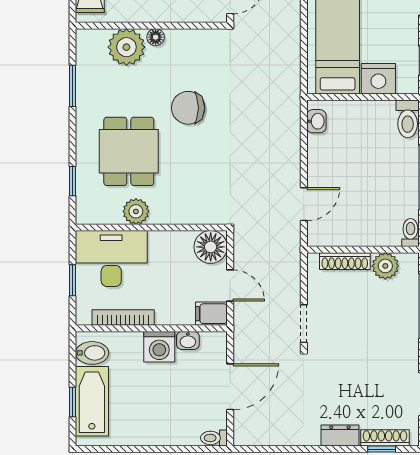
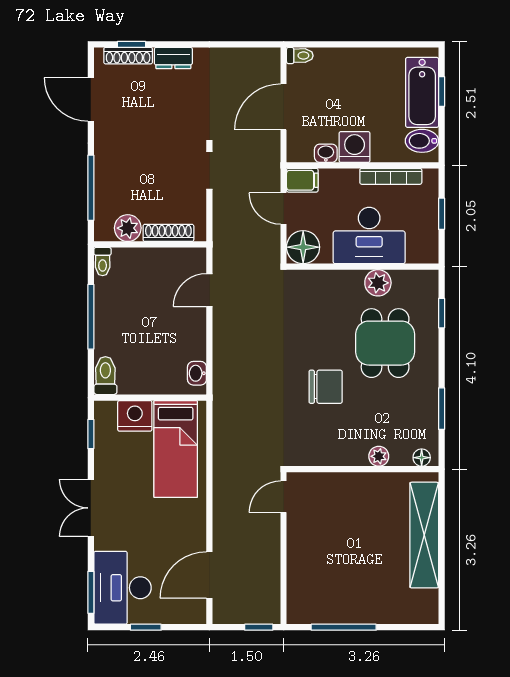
floor lamp: (156, 37) -> (422, 458), moved
plant: (126, 47) -> (379, 456), width x0.53, depth x0.53
desk: (111, 259) -> (369, 236), moved

